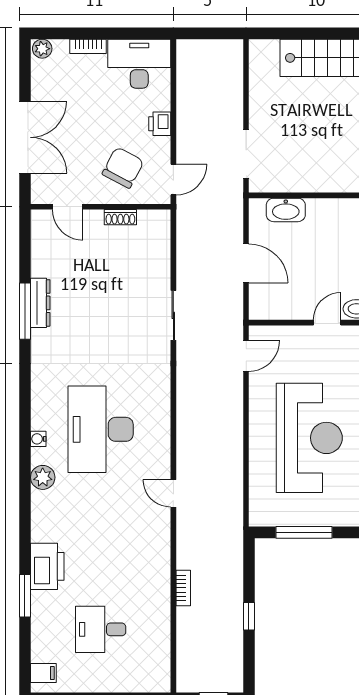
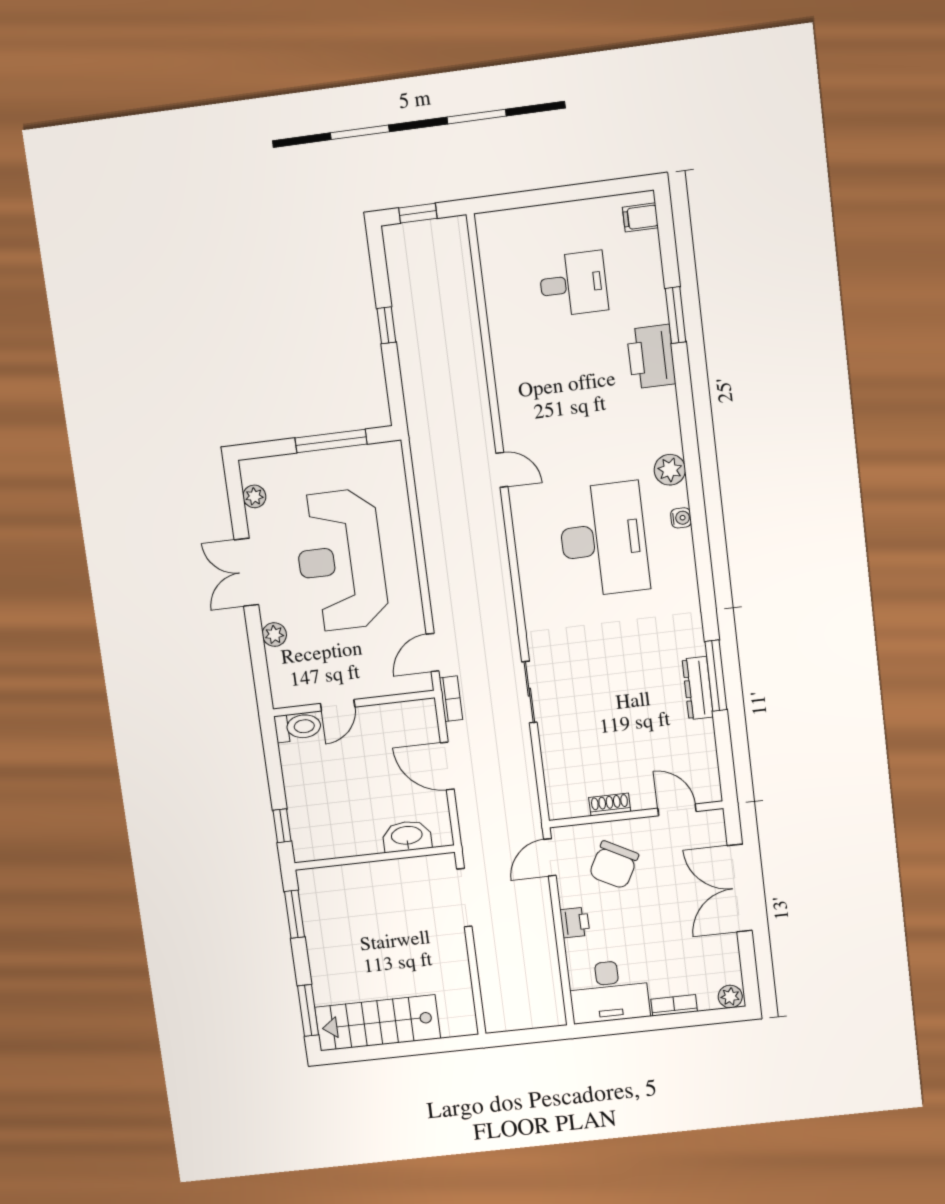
bookcase: (183, 588) -> (451, 699), moved, turned 180

